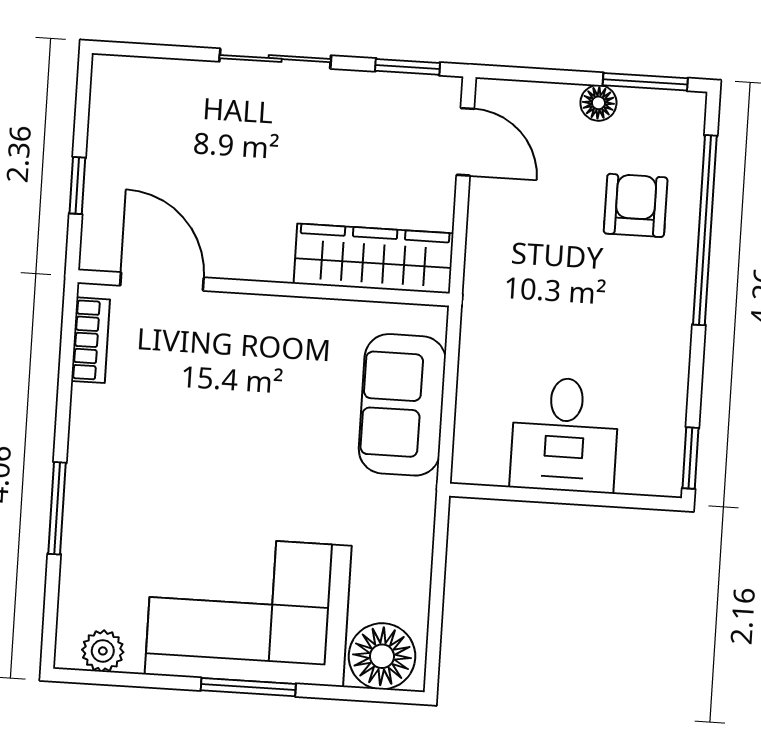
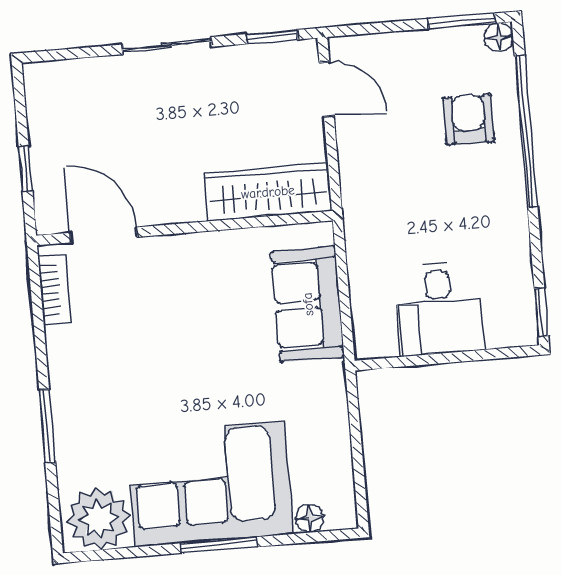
floor lamp: (598, 103) -> (499, 37), moved
plant: (103, 651) -> (99, 519), width x1.88, depth x1.88
floor lamp: (382, 656) -> (310, 518), width x0.53, depth x0.53

